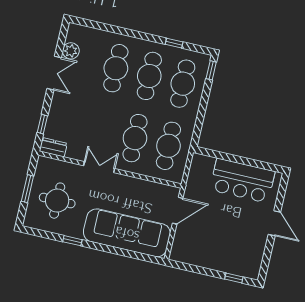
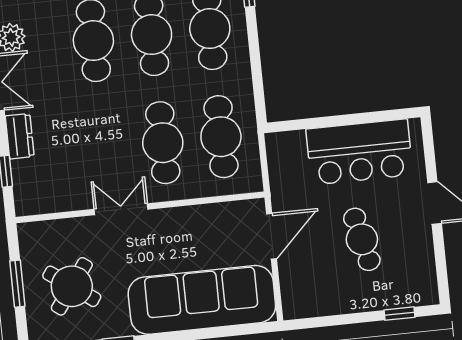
dresser: (53, 147) -> (20, 136), moved, turned 90
round table: (57, 201) -> (72, 286), turned 36
cafe table: (227, 230) -> (362, 239), added

